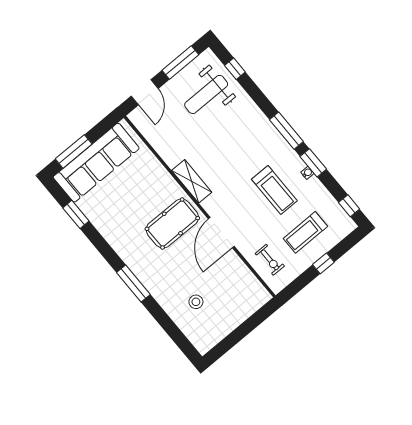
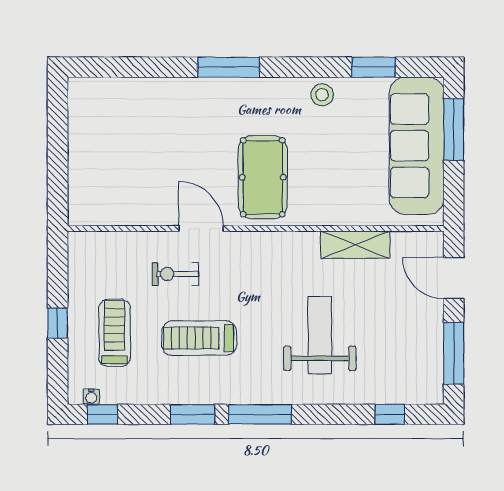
weight bench: (206, 94) -> (320, 335), moved
water cooler: (307, 173) -> (91, 397), moved
shelving: (192, 181) -> (355, 245), moved
door: (221, 233) -> (201, 229), width x0.73
exercise bike: (270, 260) -> (175, 274), moved
stool: (196, 302) -> (322, 95), moved

